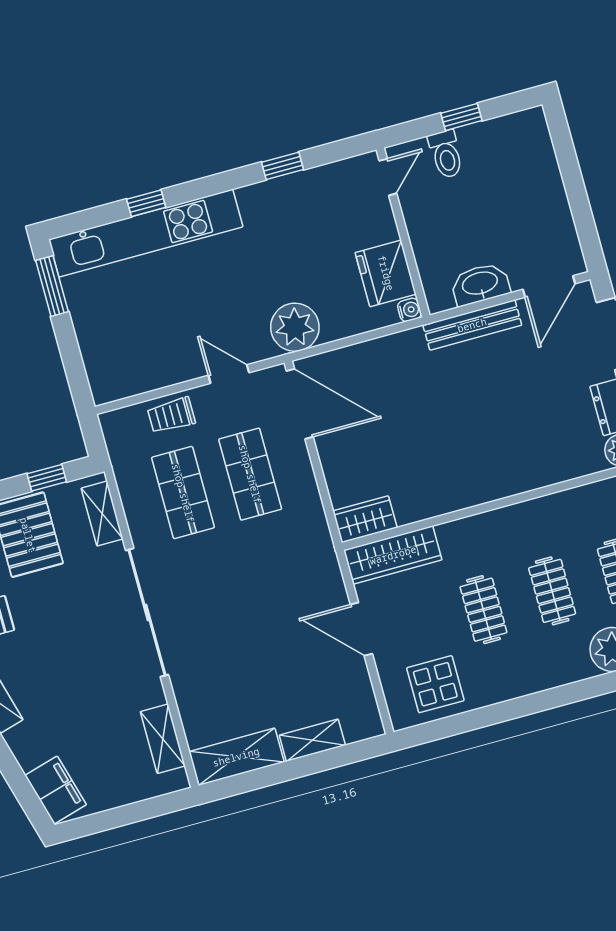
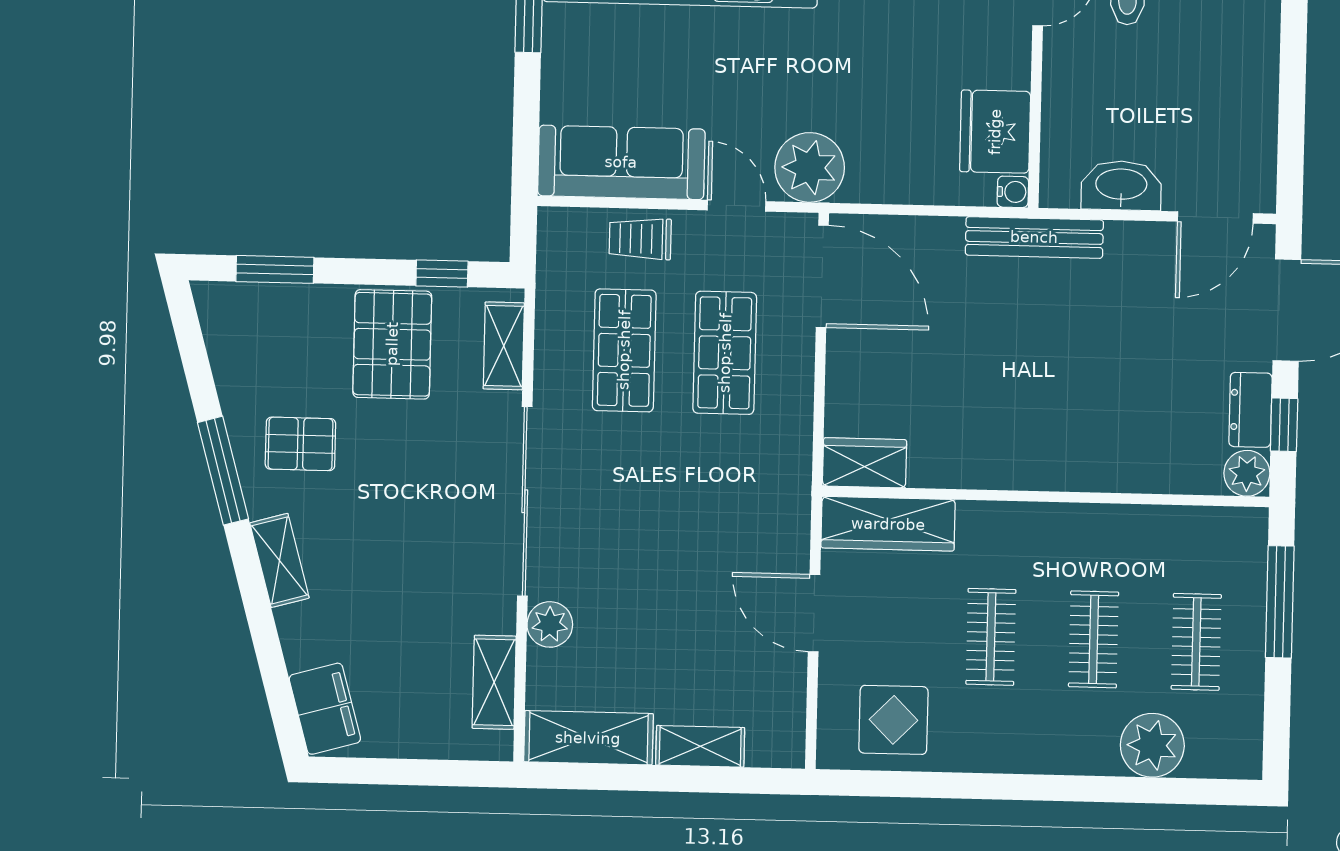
bench: (472, 325) -> (1034, 237), moved
plant: (295, 327) -> (810, 167), moved
sofa: (144, 368) -> (621, 162), added
plant: (188, 689) -> (550, 624), added

